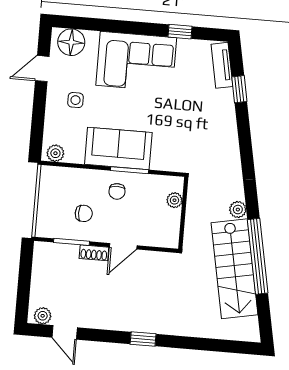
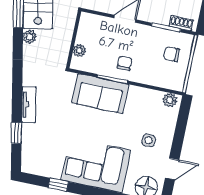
tv unit: (222, 65) -> (29, 105), moved
sofa: (118, 148) -> (100, 94), moved
chair: (84, 213) -> (172, 54), moved
shoe rack: (94, 253) -> (181, 23), moved

